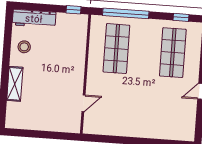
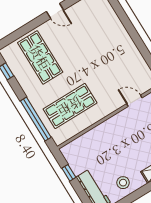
window: (73, 10) -> (69, 173), moved
shop shelf: (173, 53) -> (40, 57), turned 90

